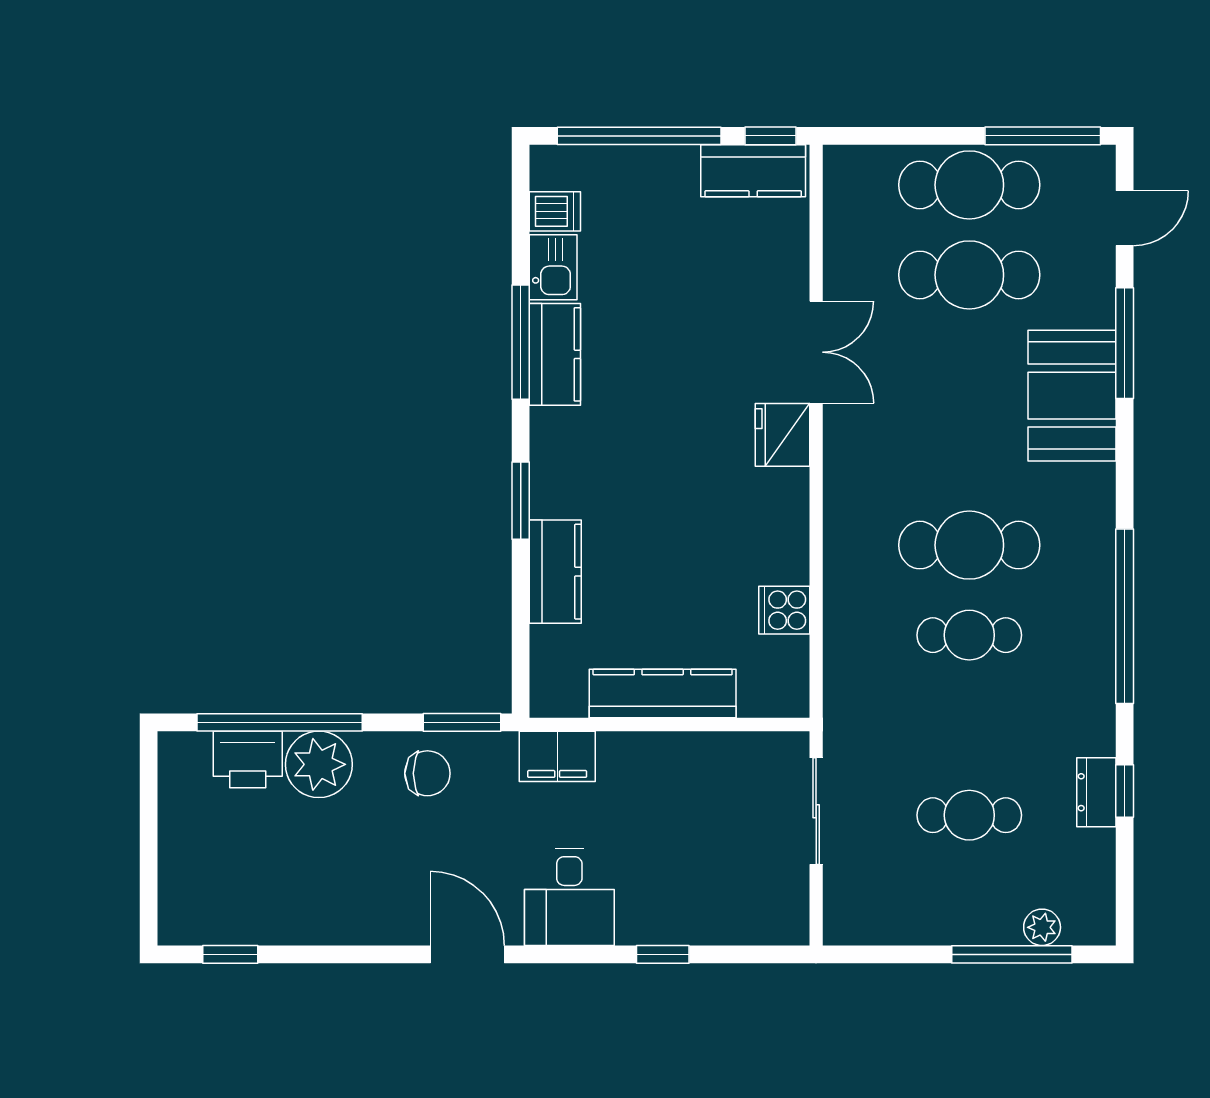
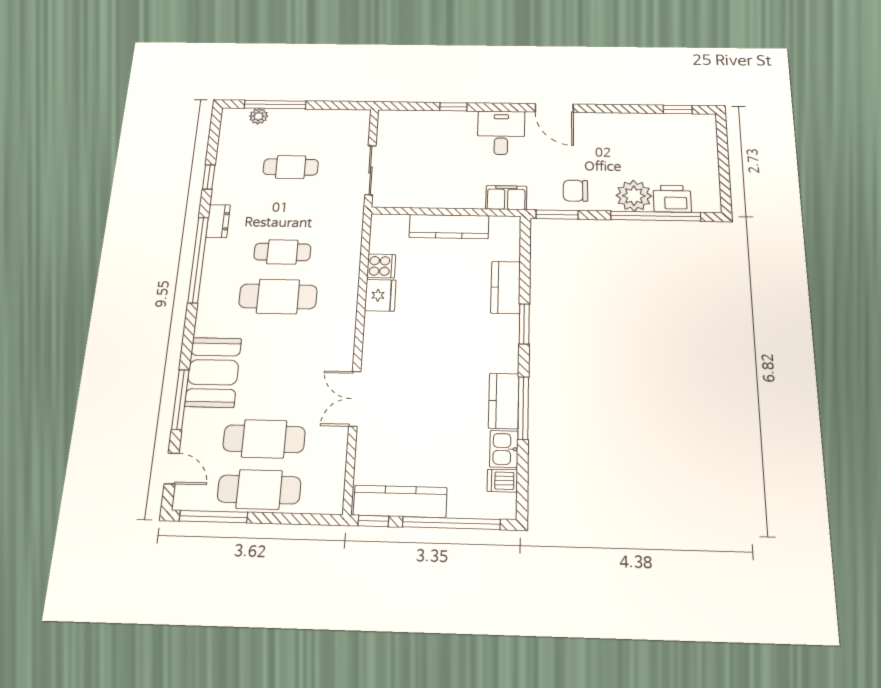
kitchen counter: (753, 171) -> (400, 501), width x1.50
door: (1125, 218) -> (172, 468), swing flipped
fridge: (783, 435) -> (380, 295), moved
dresser: (1096, 792) -> (218, 221), moved

